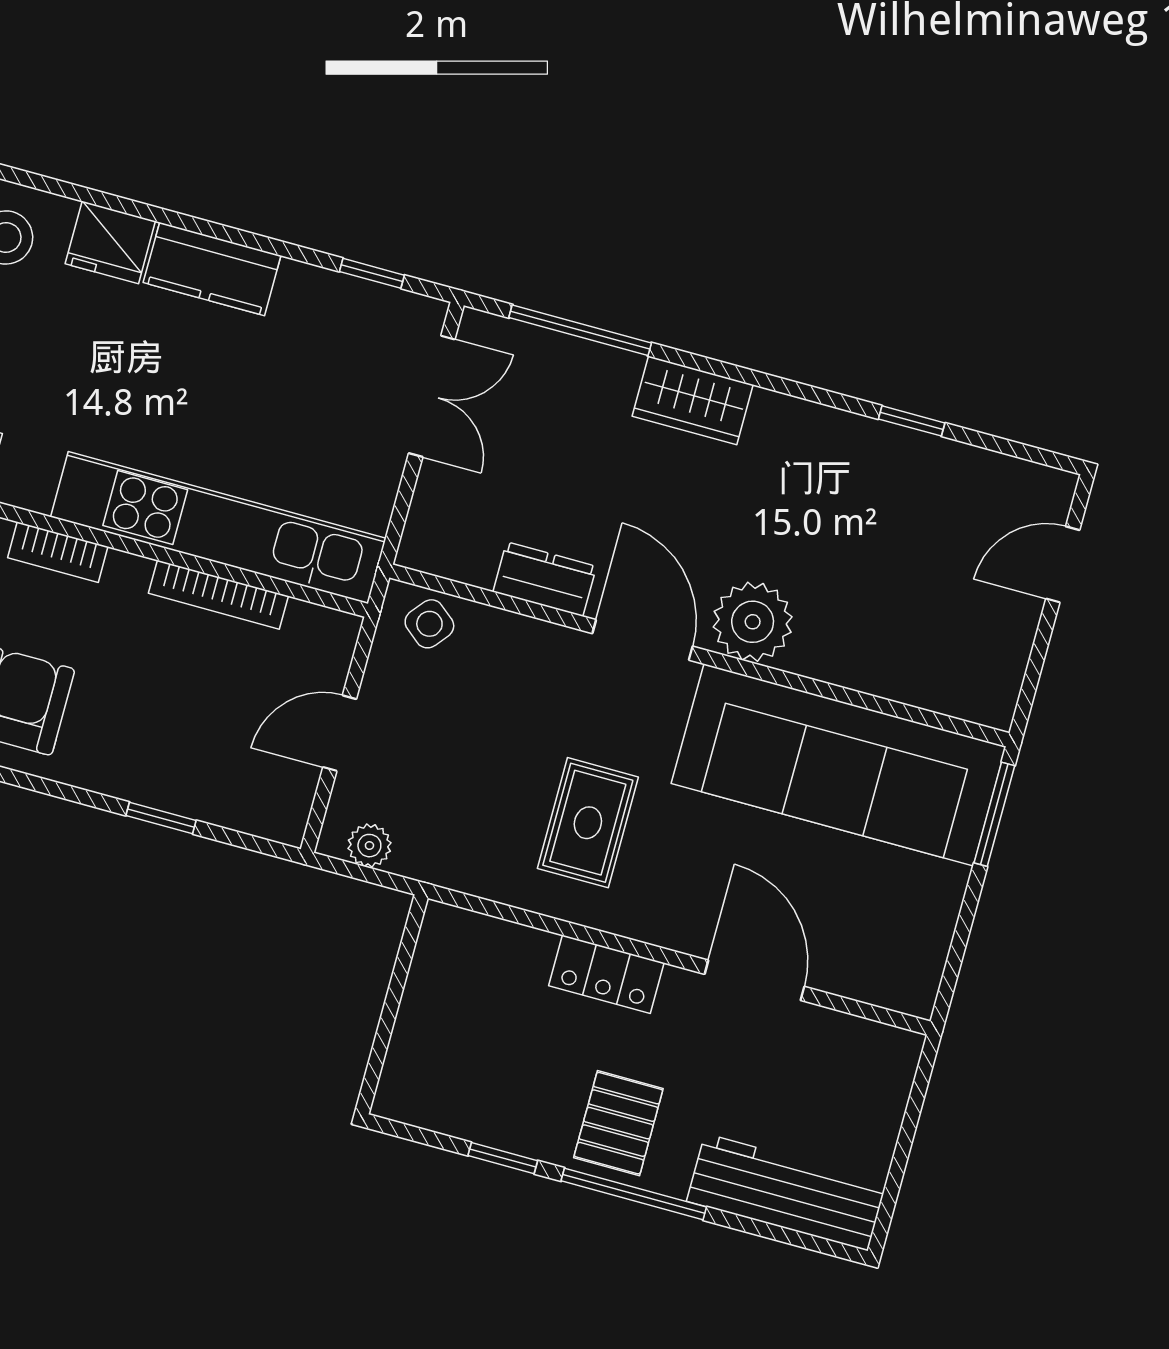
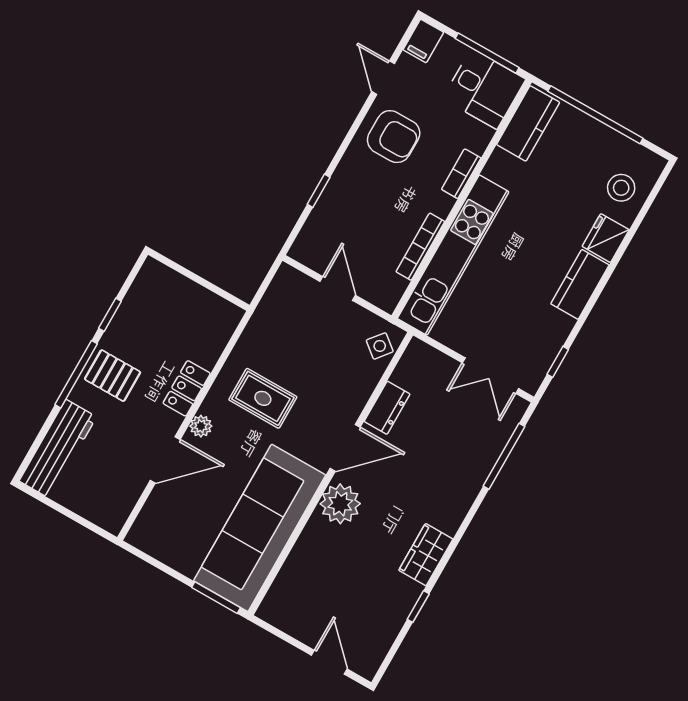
wardrobe: (693, 400) -> (426, 555), moved
plant: (369, 846) -> (201, 426), moved

